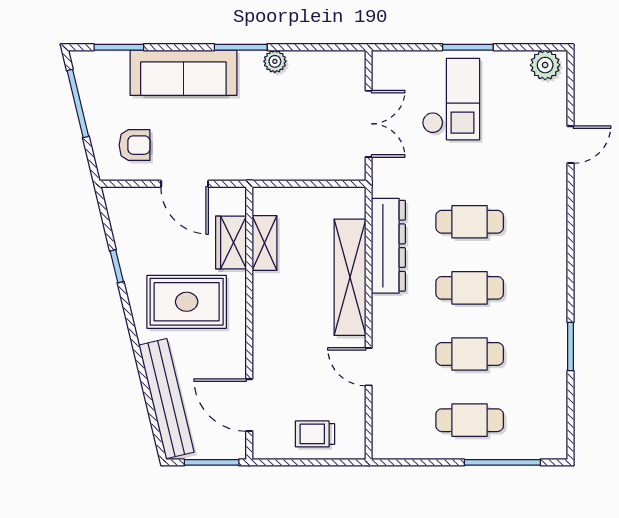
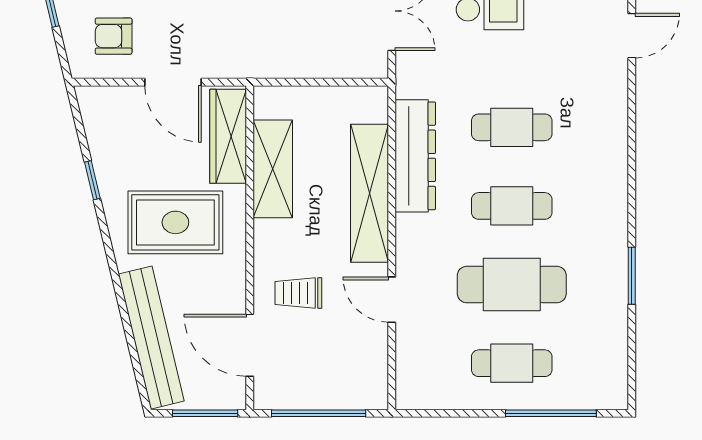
armchair: (135, 145) -> (114, 36), turned 180
wardrobe: (231, 242) -> (228, 136), width x1.50
shelving: (264, 243) -> (273, 169), width x1.50, depth x1.33
cafe table: (470, 354) -> (512, 285), width x1.37, depth x1.35
trolley: (315, 434) -> (298, 293), moved
window: (307, 462) -> (319, 413), added

